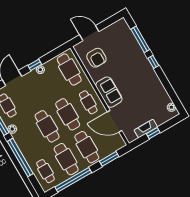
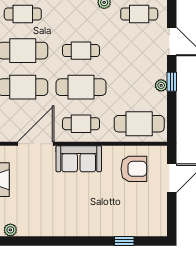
window: (140, 39) -> (124, 241), width x0.46
armchair: (96, 58) -> (134, 169), turned 180
window: (153, 62) -> (85, 241), removed
cafe table: (47, 126) -> (81, 51), width x0.73, depth x0.74

